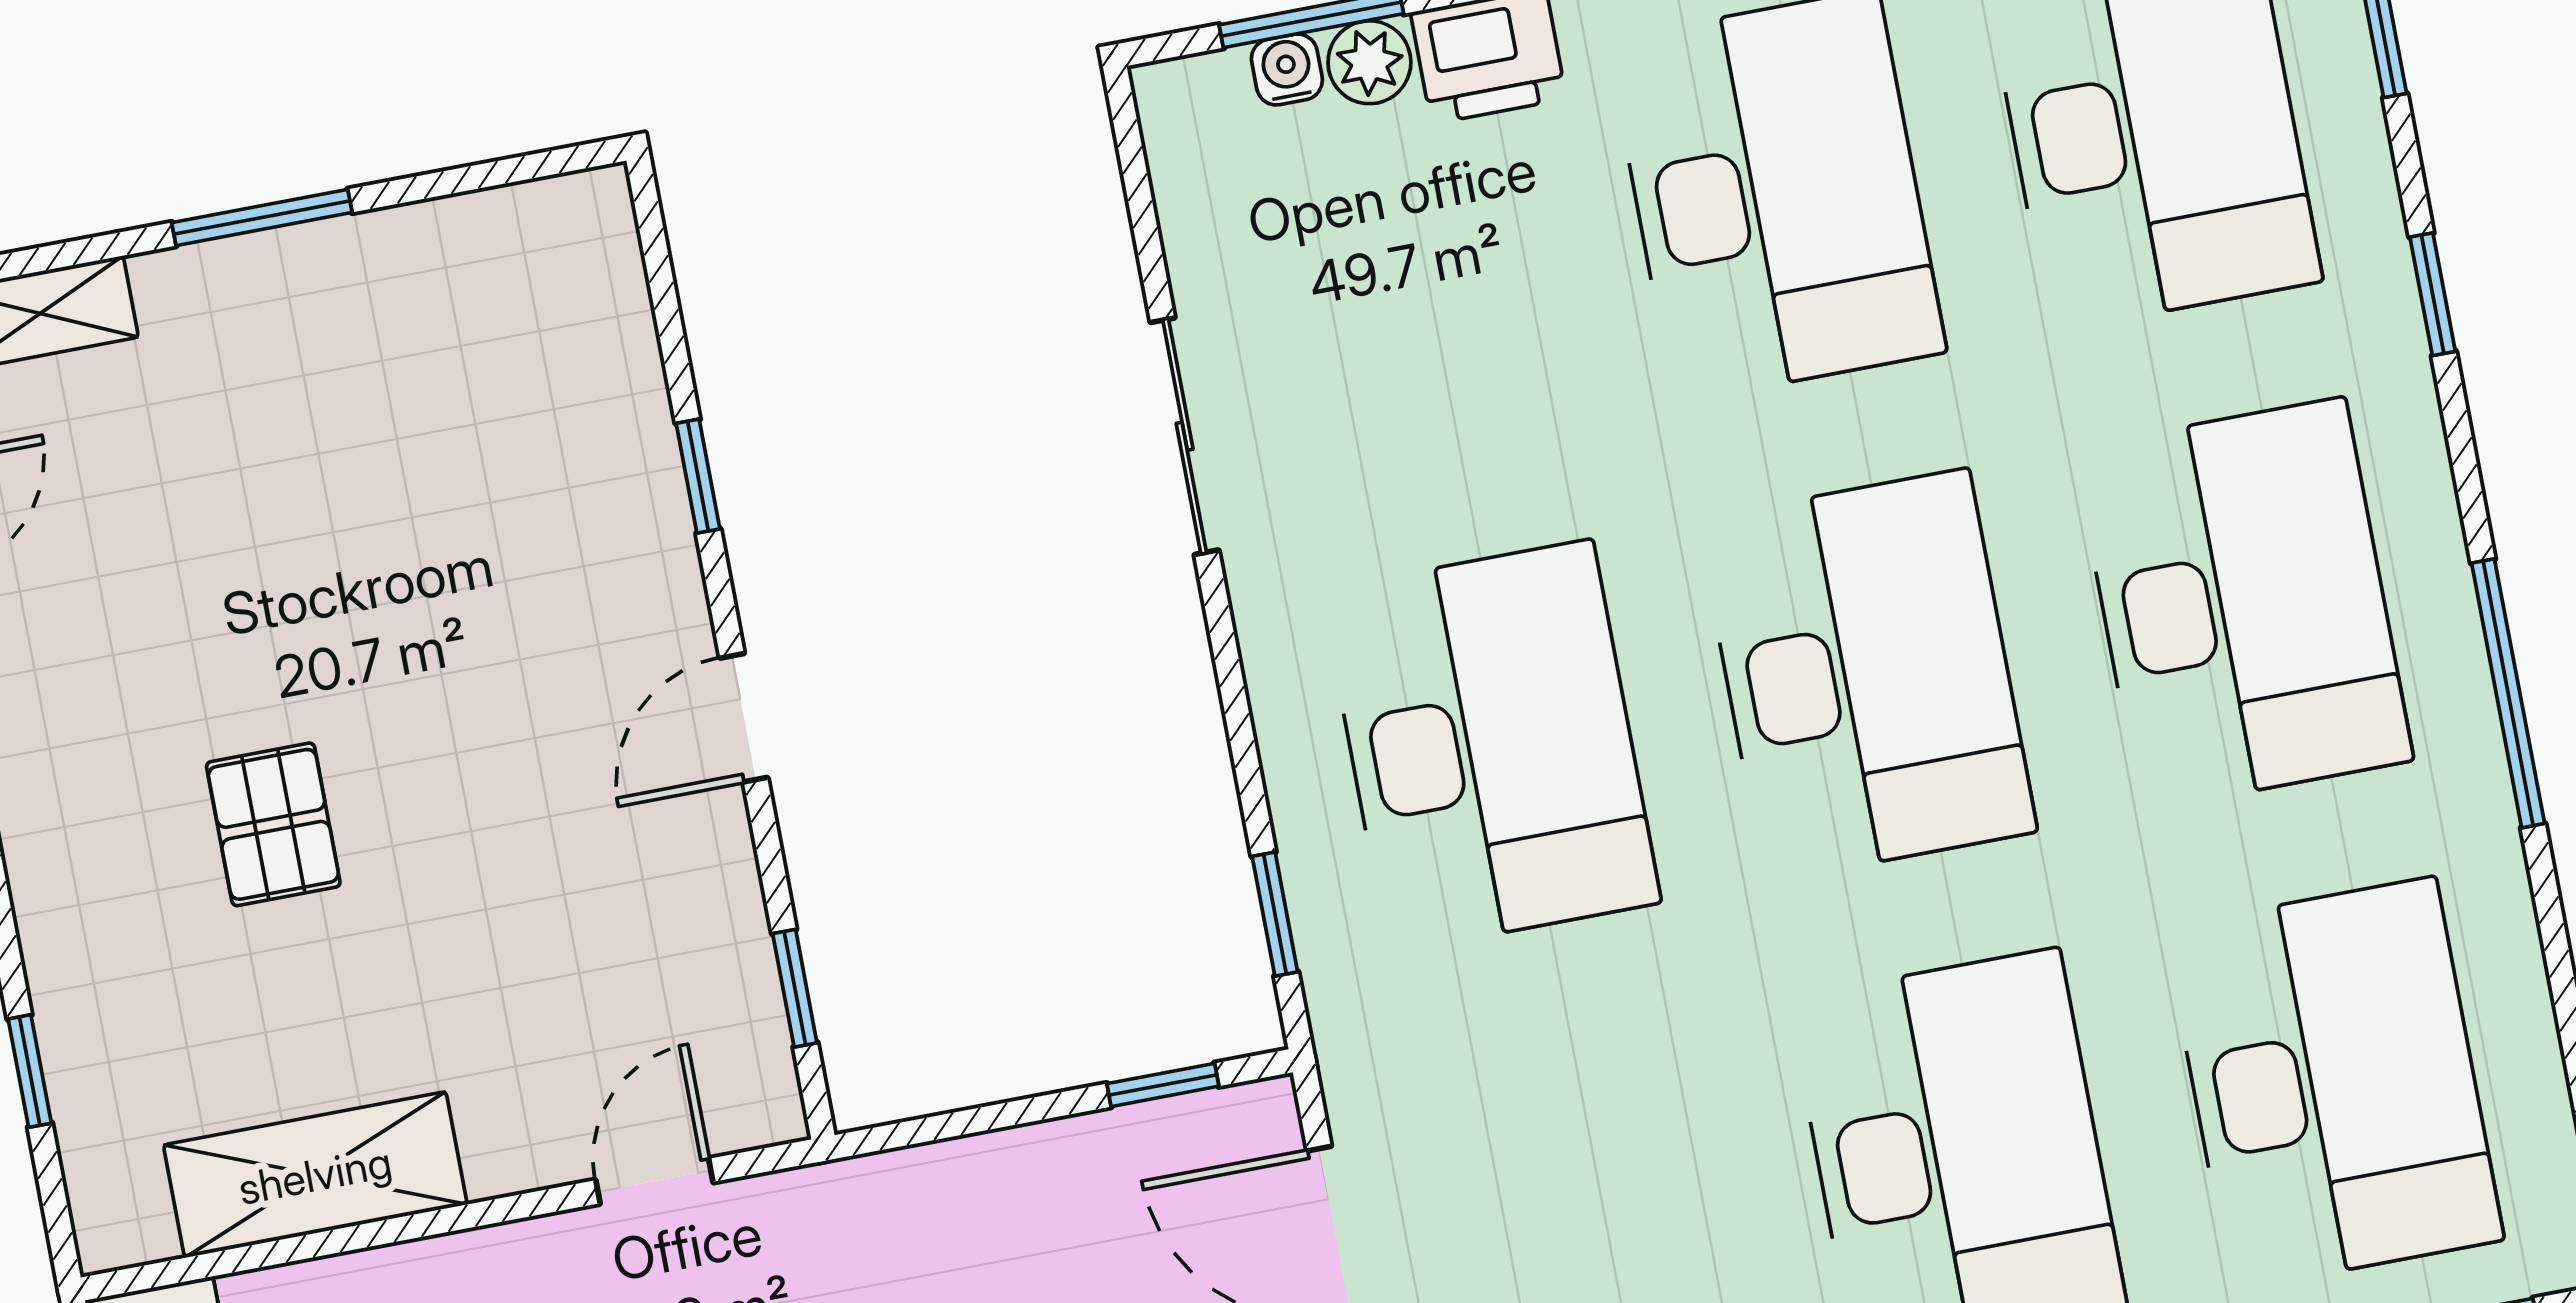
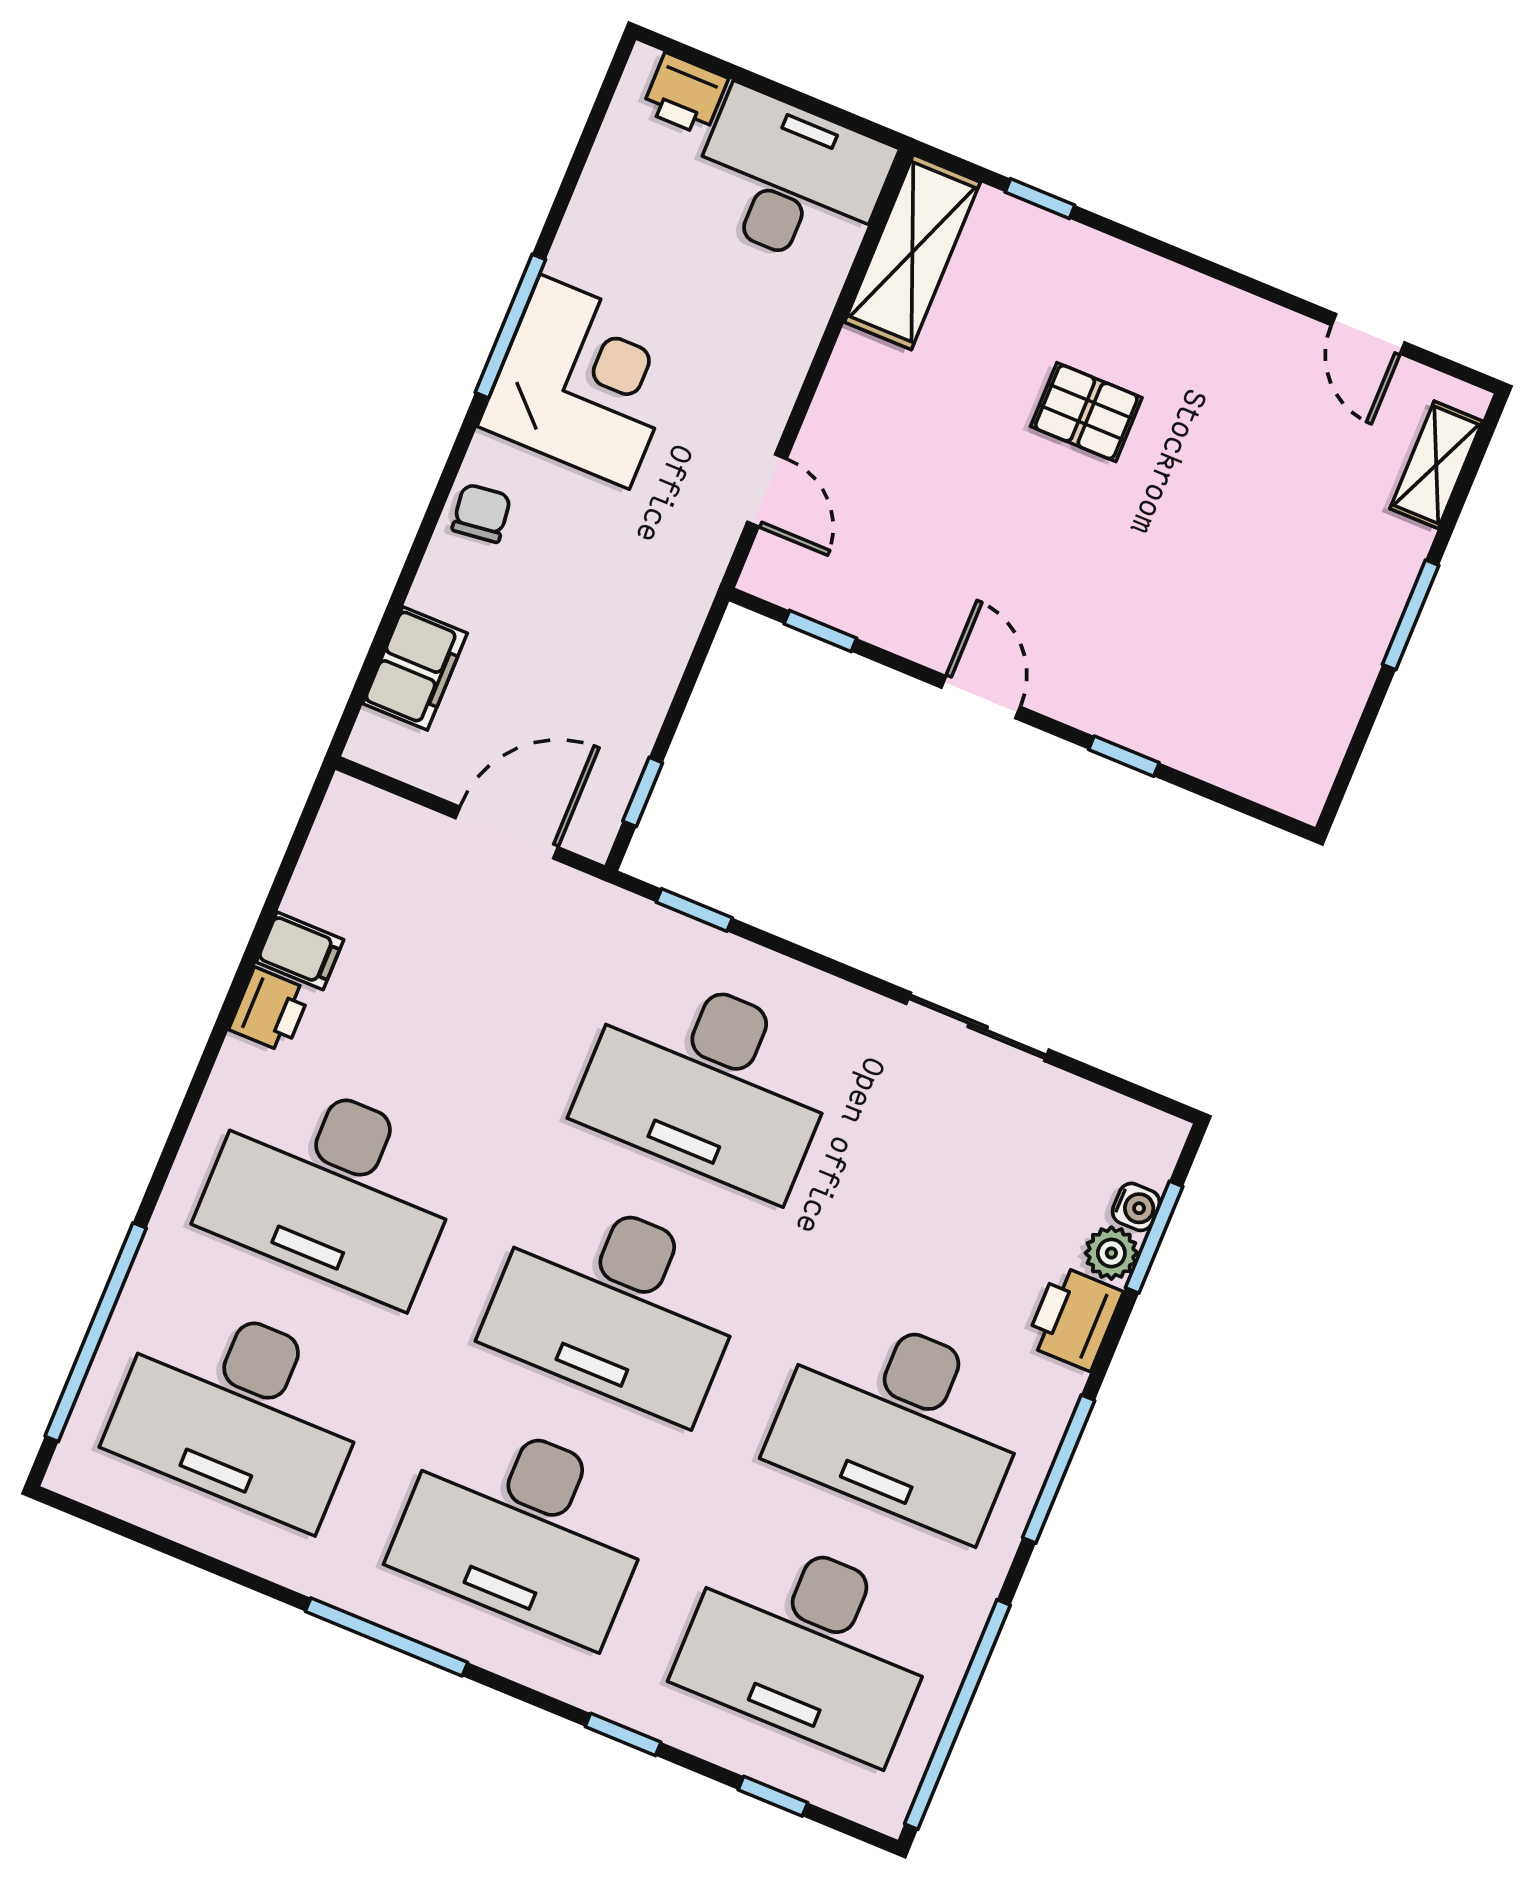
shelving: (315, 1175) -> (912, 252), moved

